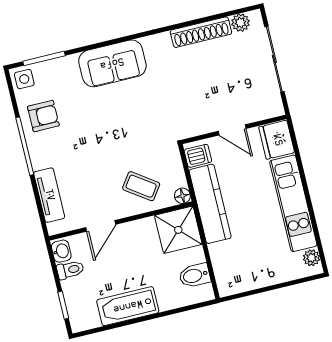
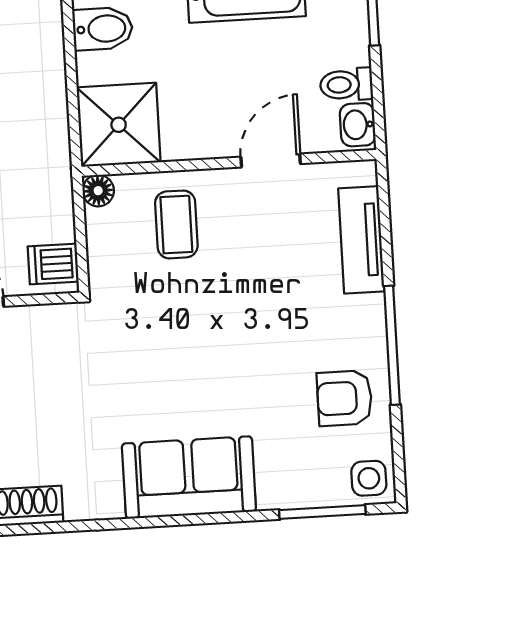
coffee table: (141, 186) -> (176, 224), turned 55
kitchen counter: (210, 204) -> (46, 165), removed

